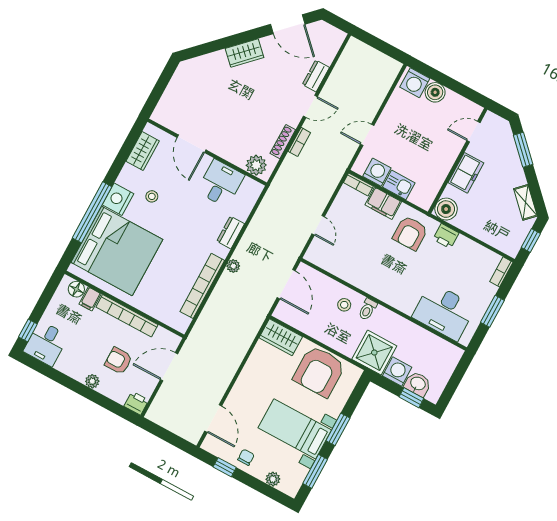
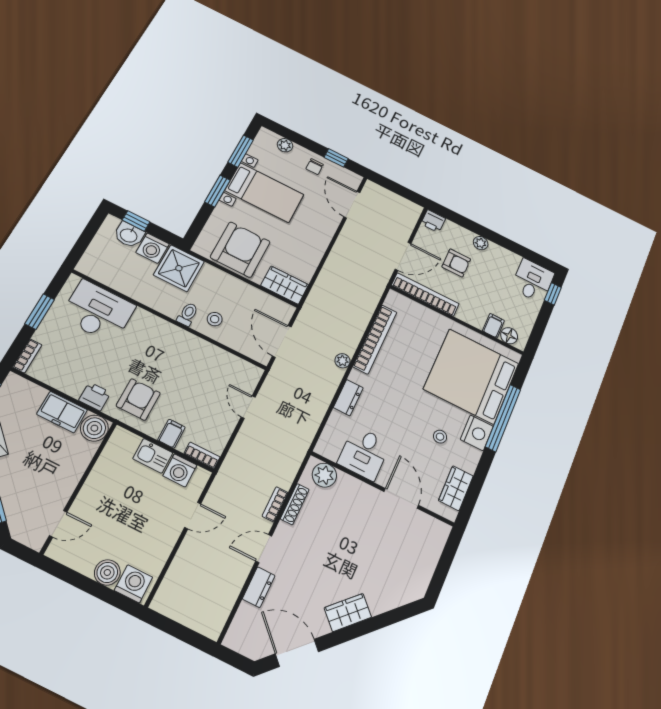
freezer: (466, 173) -> (62, 412), moved, turned -90
filing cabinet: (383, 203) -> (171, 434), width x0.50
bookcase: (127, 316) -> (425, 294), moved

